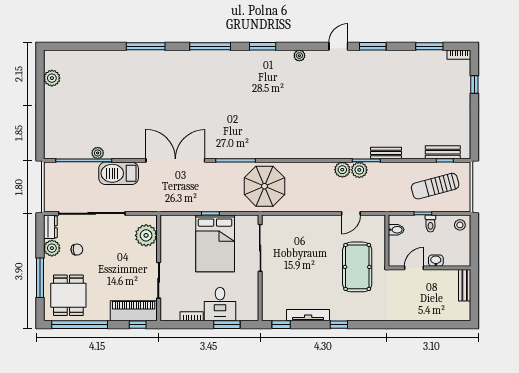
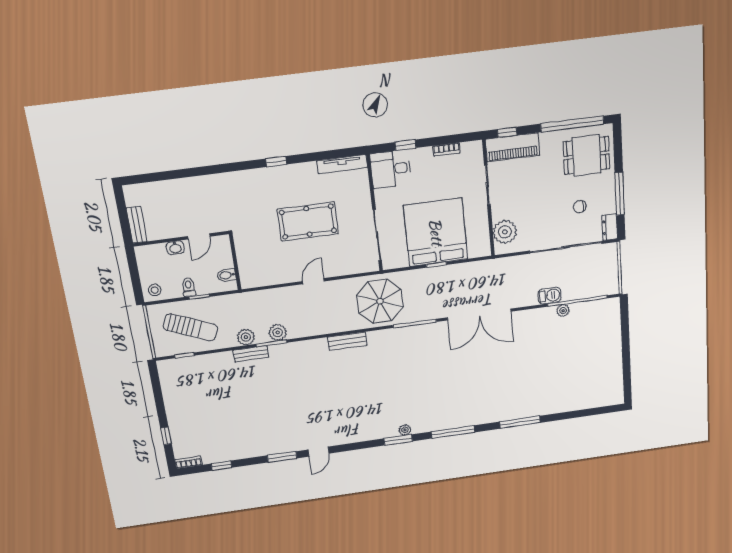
window: (429, 46) -> (222, 466), width x0.67
plant: (299, 56) -> (405, 430), moved
plant: (52, 78) -> (615, 378), removed
bench: (443, 152) -> (347, 341), moved
plant: (342, 170) -> (246, 337), moved
barbecue: (119, 173) -> (550, 296), width x0.53, depth x0.65
sun lounger: (435, 186) -> (190, 327), turned 38
door: (351, 213) -> (313, 281), moved
bed: (215, 243) -> (436, 232), width x1.36
plant: (52, 248) -> (607, 204), removed
pool table: (357, 267) -> (308, 221), moved, turned 90
window: (40, 278) -> (620, 194), moved
dining table: (68, 295) -> (587, 155), turned 90
desk: (220, 304) -> (391, 169), moved, turned -90
tv unit: (308, 315) -> (342, 164), moved
window: (227, 325) -> (406, 145), width x0.67
window: (281, 325) -> (343, 153), removed

